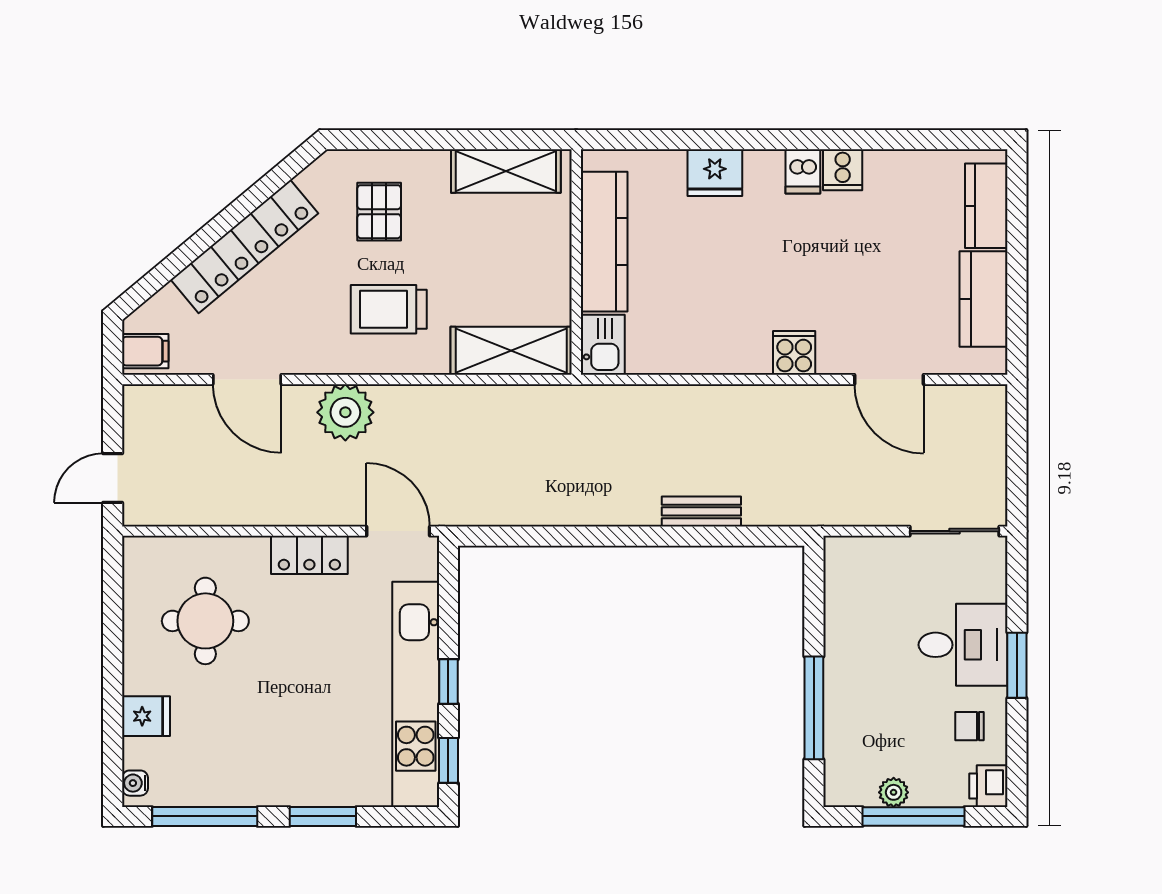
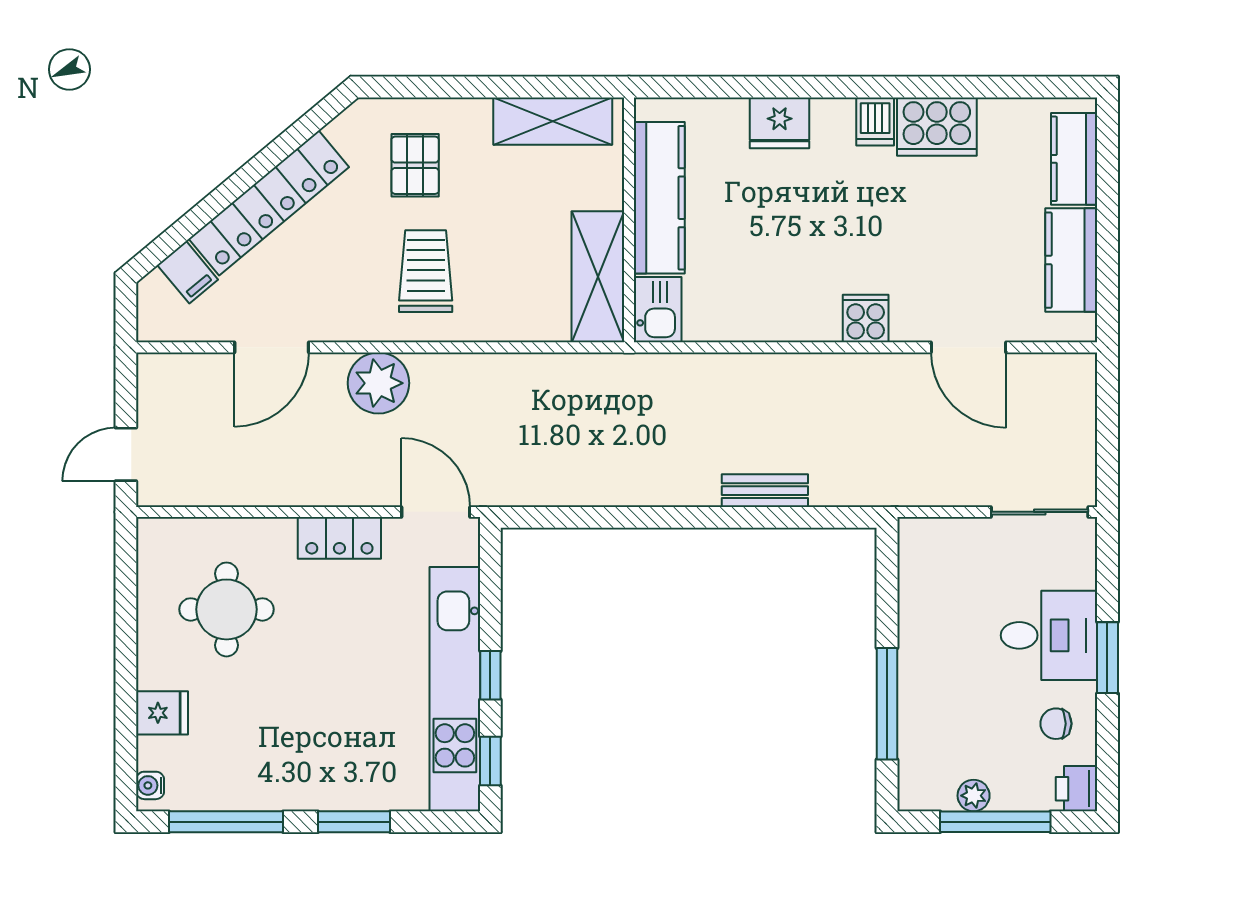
cooker: (843, 170) -> (937, 127), width x1.87, depth x1.31
trolley: (389, 309) -> (426, 271), turned 90
filing cabinet: (145, 351) -> (188, 272), moved, turned 50
shelving: (511, 351) -> (598, 277), moved, turned 90
door: (247, 380) -> (272, 347), hinge flipped

